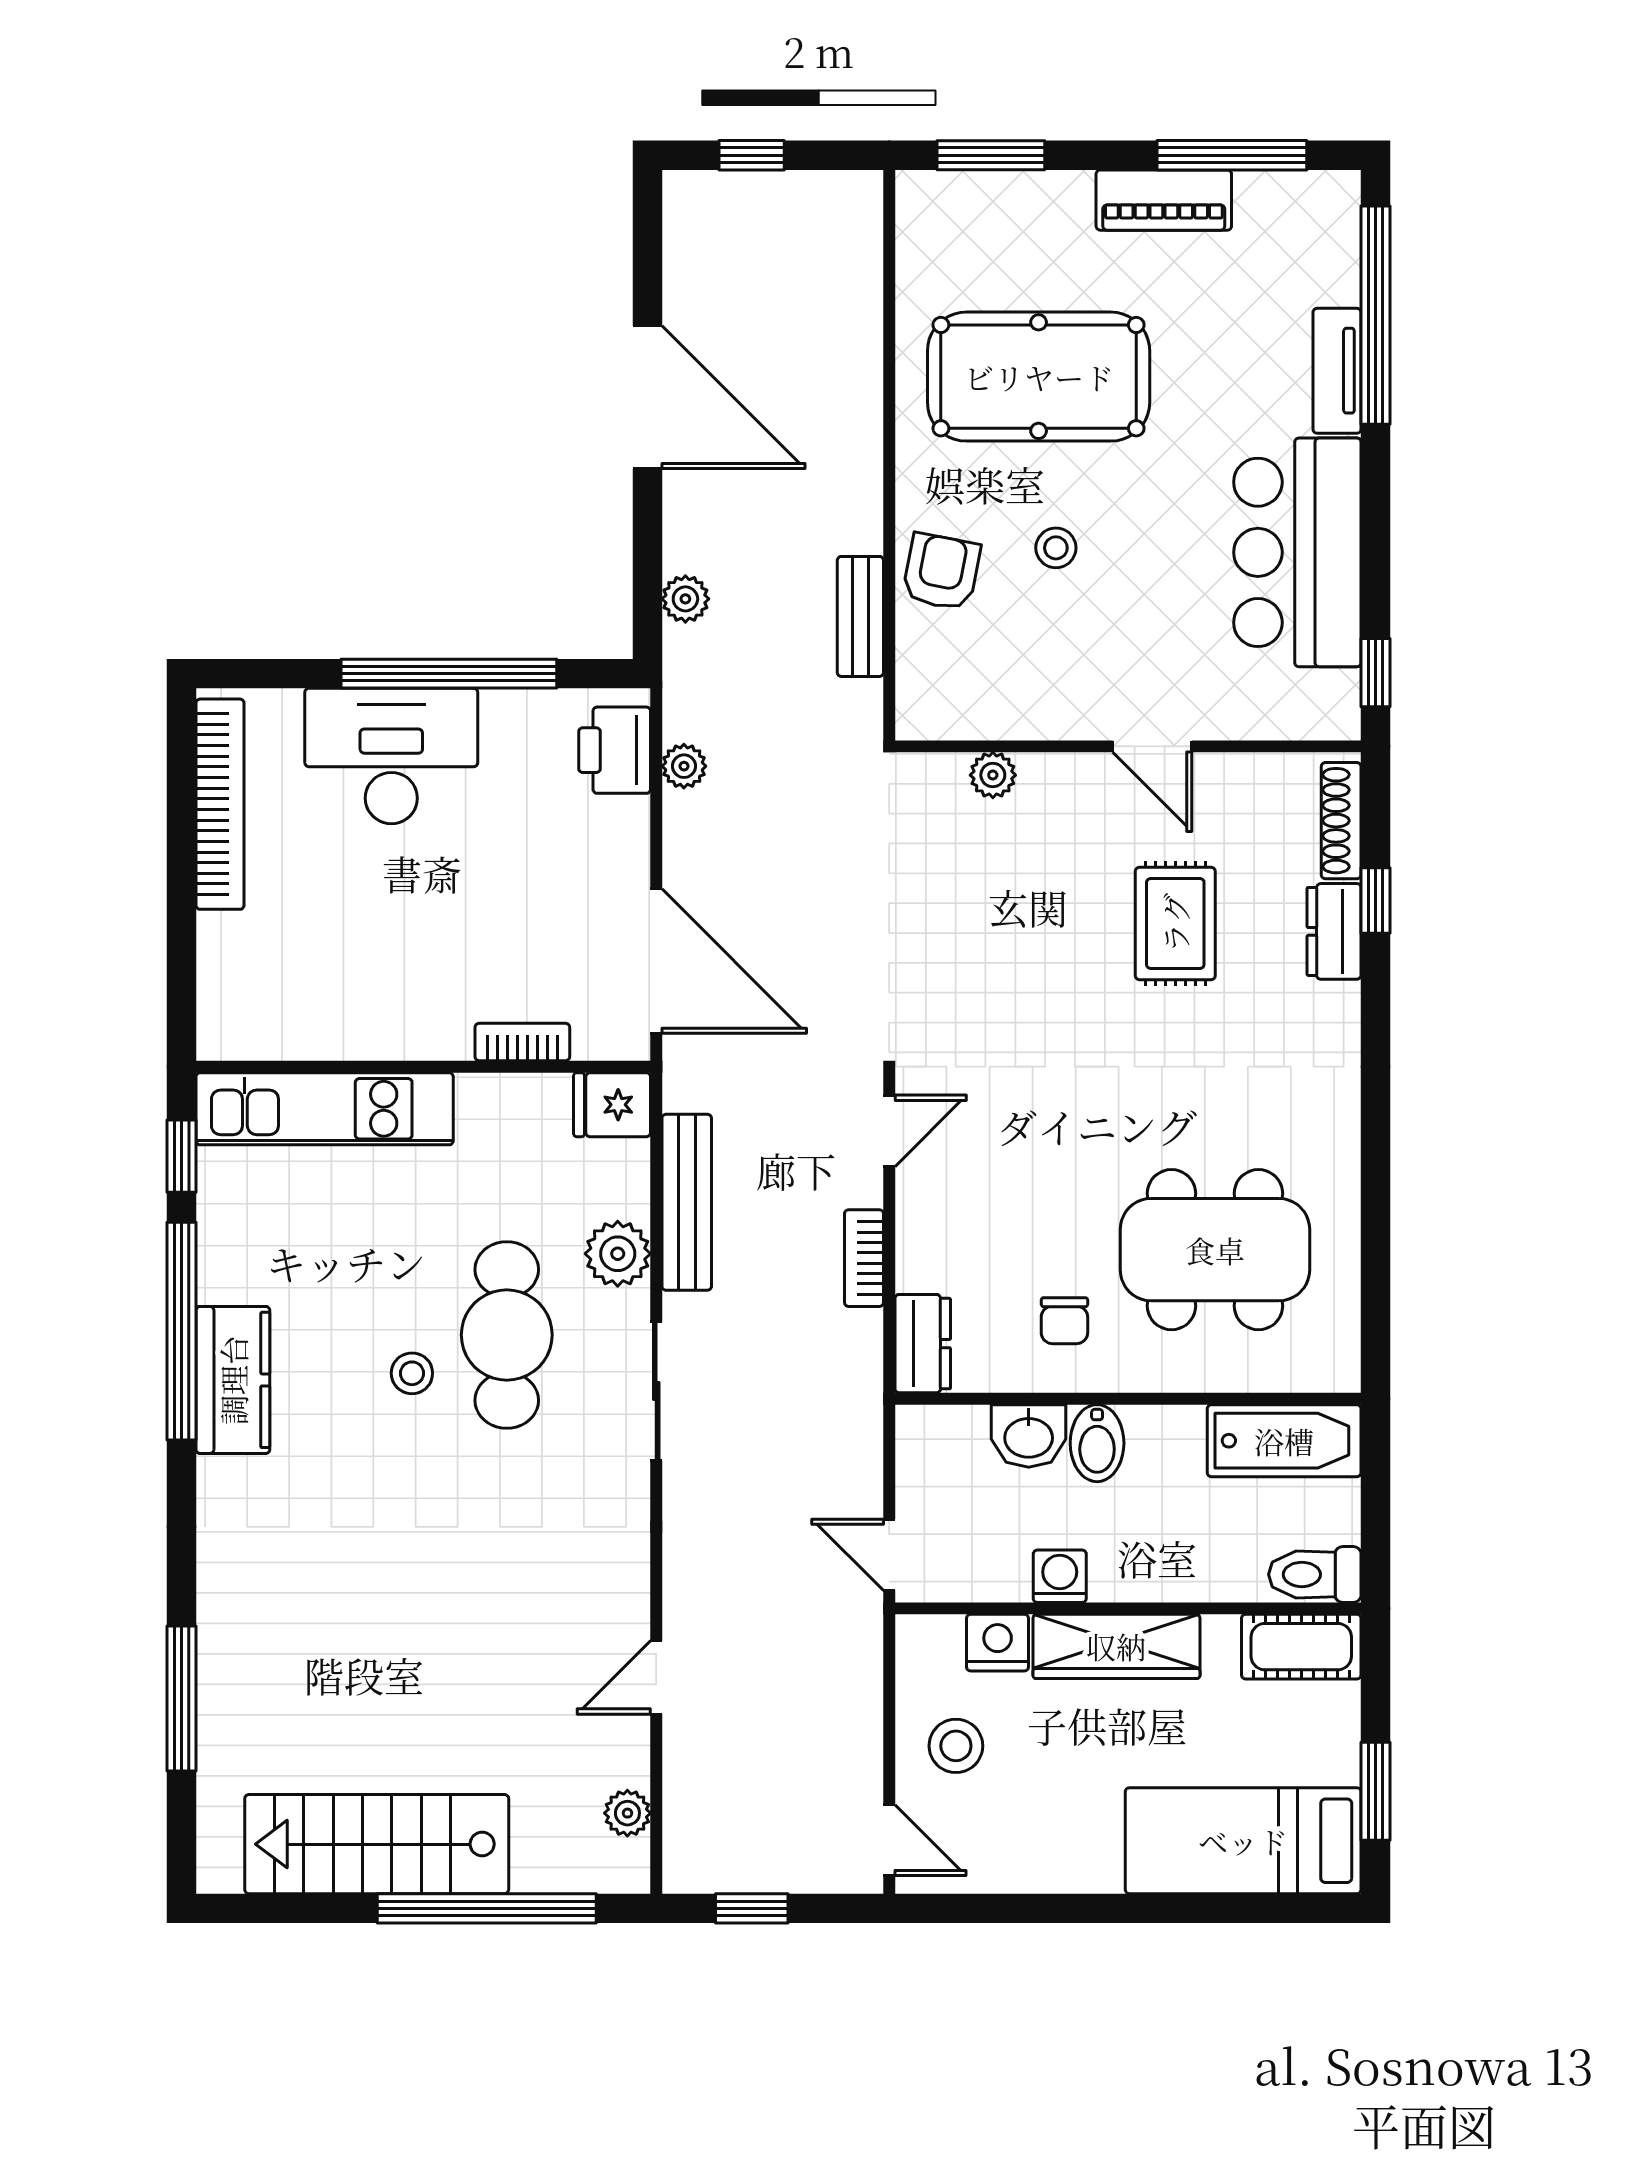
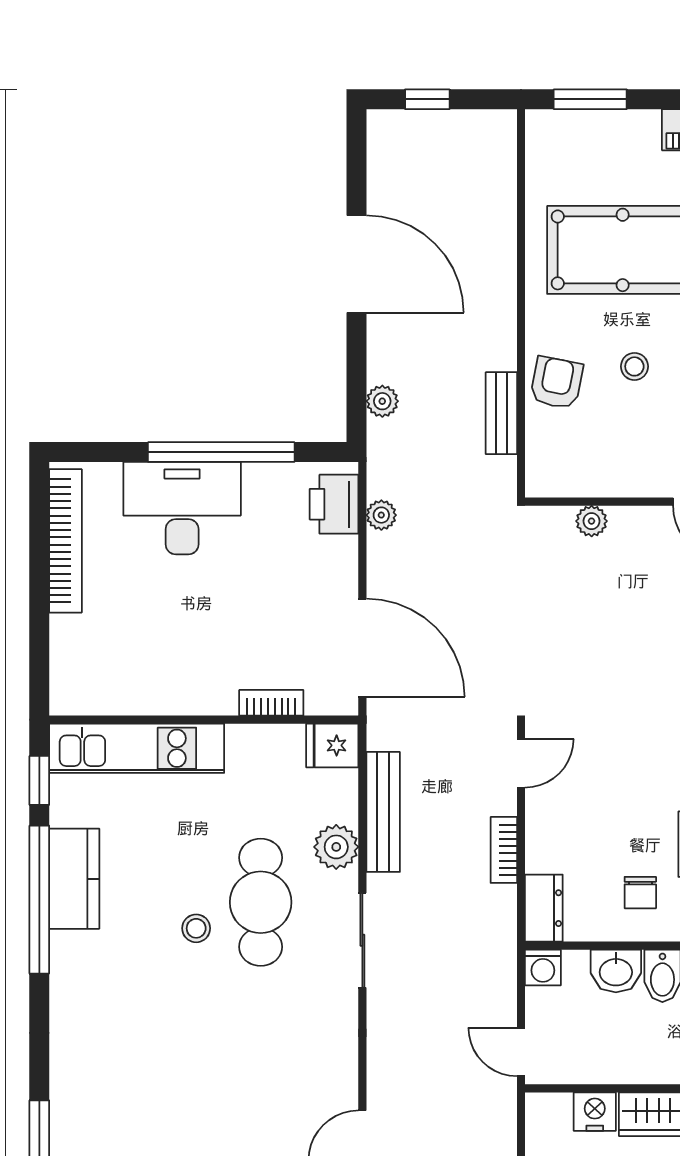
kitchen counter: (233, 1380) -> (74, 879), moved
washing machine: (1060, 1576) -> (543, 968), moved, turned 180

